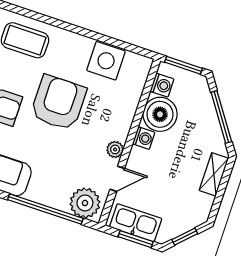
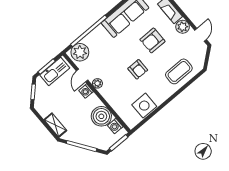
armchair: (58, 103) -> (138, 69), width x0.53, depth x0.53
washing machine: (144, 138) -> (86, 91), moved

